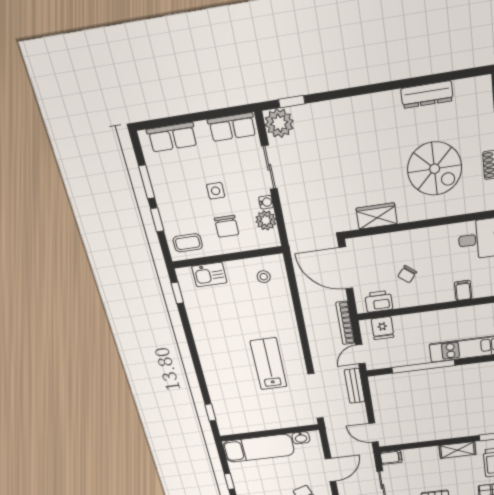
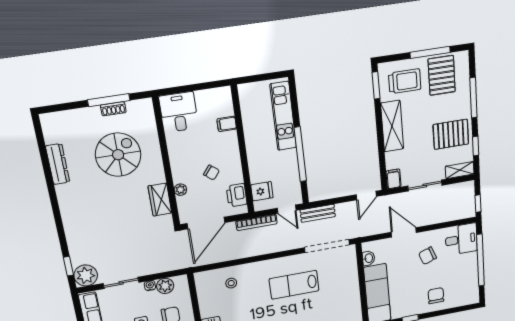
plant: (388, 240) -> (180, 190), added
stool: (264, 277) -> (231, 283), moved
shelving: (457, 450) -> (392, 126), width x1.50, depth x1.33

